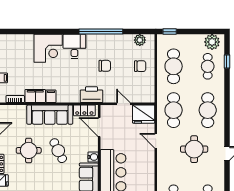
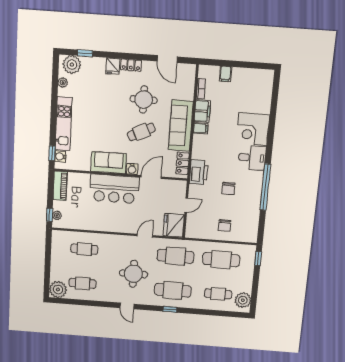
plant: (140, 40) -> (252, 227), removed
window: (227, 61) -> (170, 309), moved
door: (99, 127) -> (151, 177), moved

